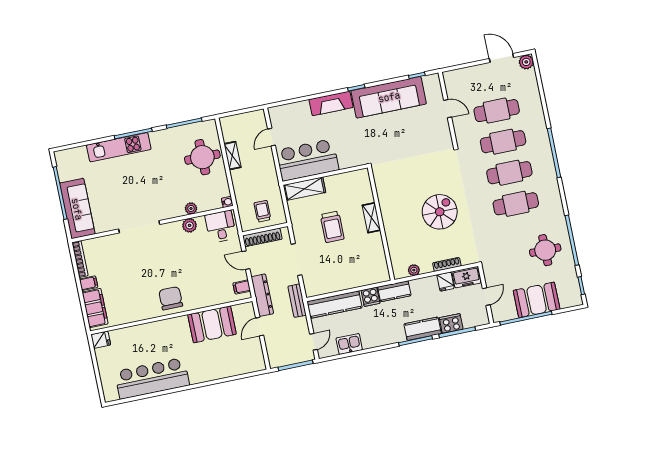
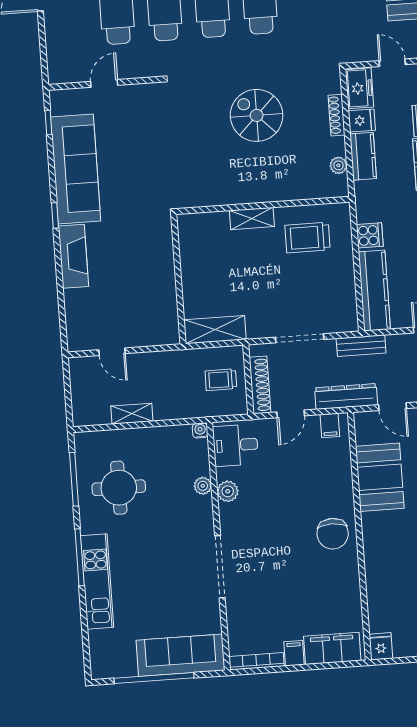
round table: (202, 157) -> (119, 488), moved
bar counter: (307, 160) -> (153, 302), removed
shelving: (304, 189) -> (215, 330), moved, turned 90
trolley: (332, 227) -> (308, 237), moved, turned 180
kitchen counter: (394, 291) -> (363, 156), moved
chair: (171, 298) -> (333, 534), turned -90

